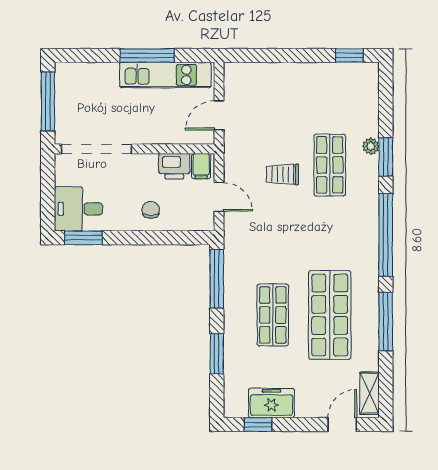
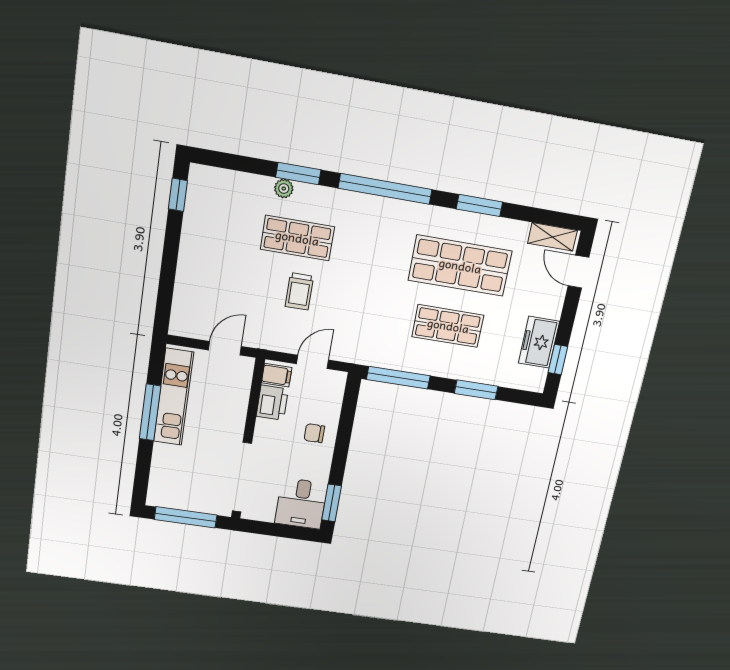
door: (219, 115) -> (225, 348), swing flipped
window: (386, 321) -> (479, 205), width x0.69

